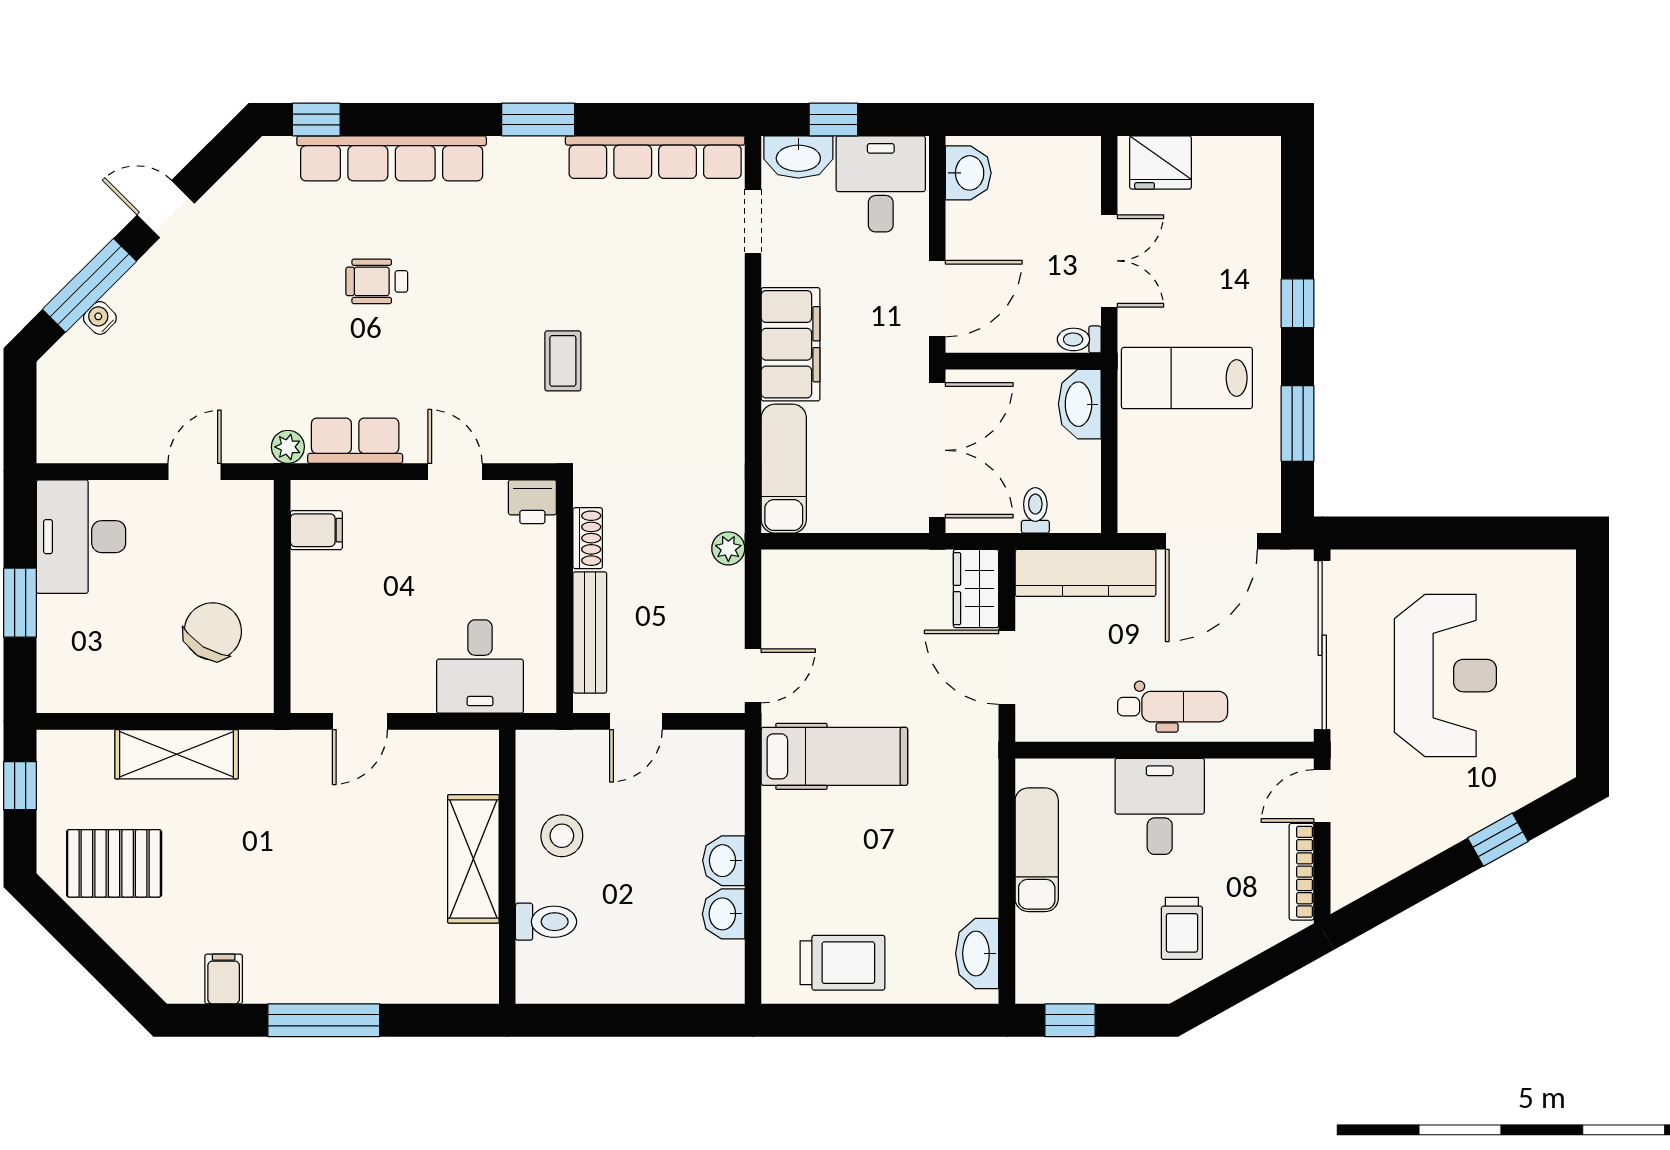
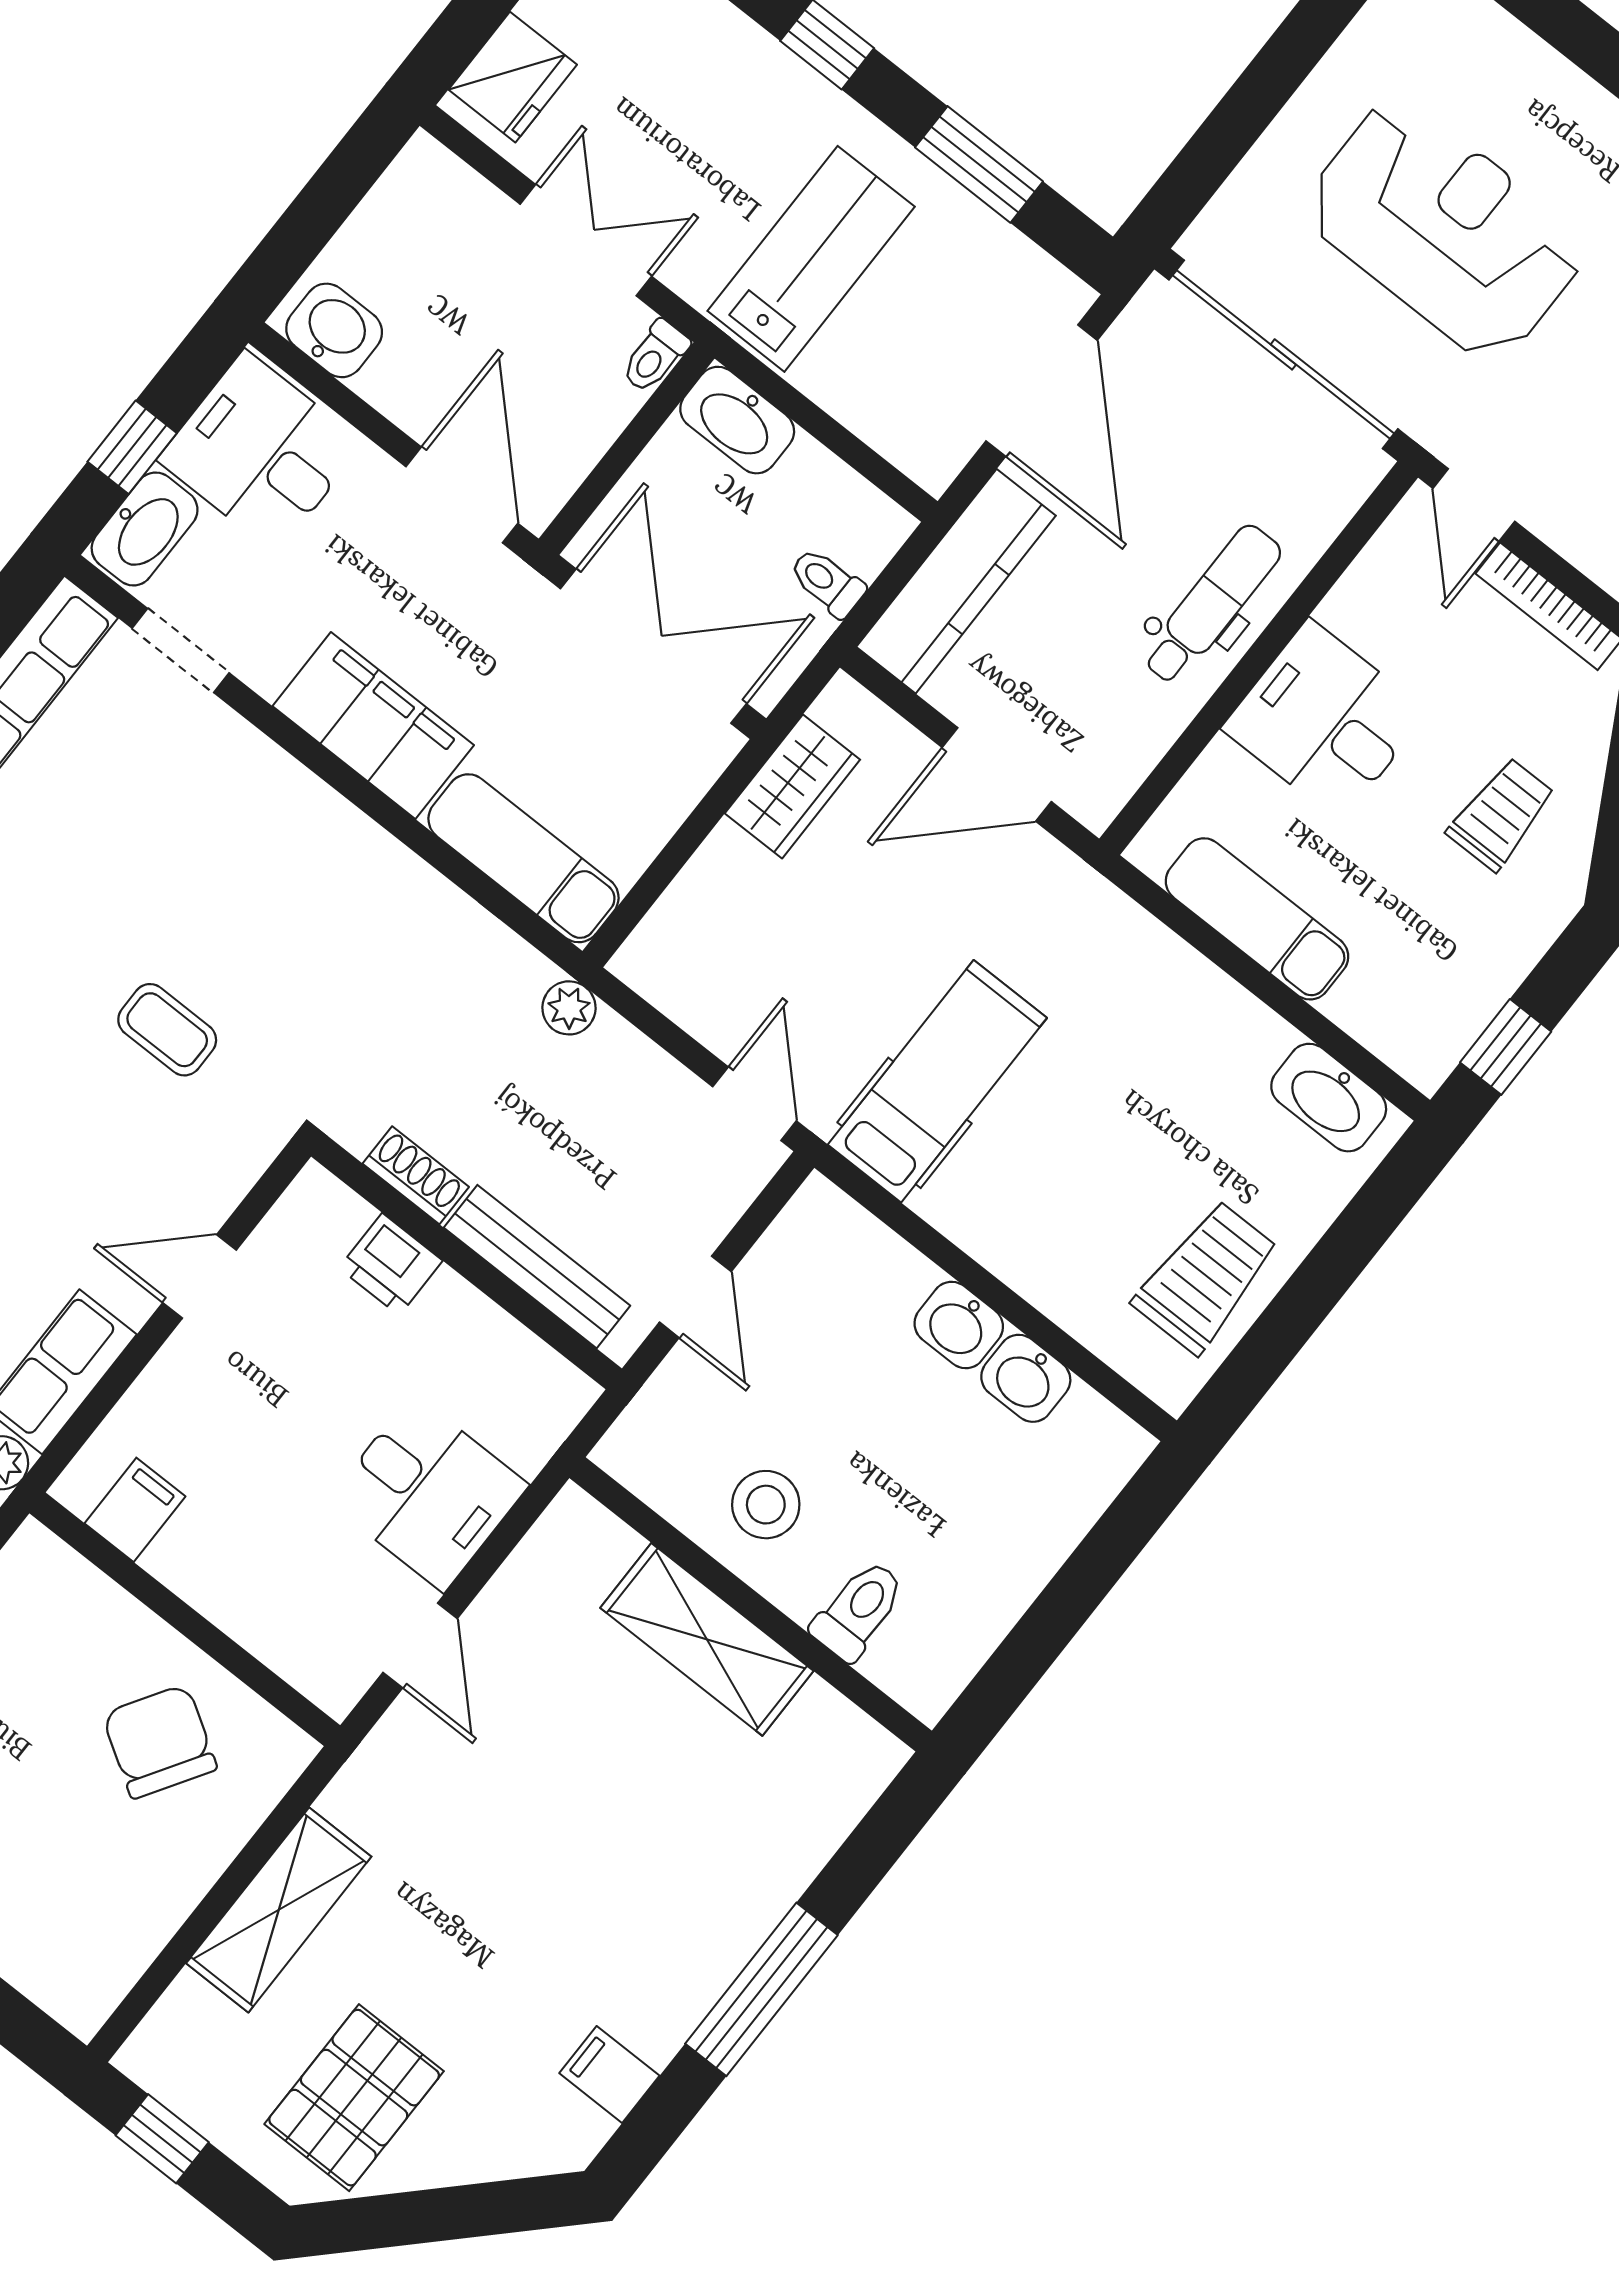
lab bench: (1187, 378) -> (811, 259), turned 180
printer: (532, 502) -> (391, 1264), moved, turned 90
wardrobe: (976, 589) -> (792, 786), moved, turned -90
desk: (480, 667) -> (428, 1493), moved
trolley: (1182, 928) -> (1501, 814), turned -90

